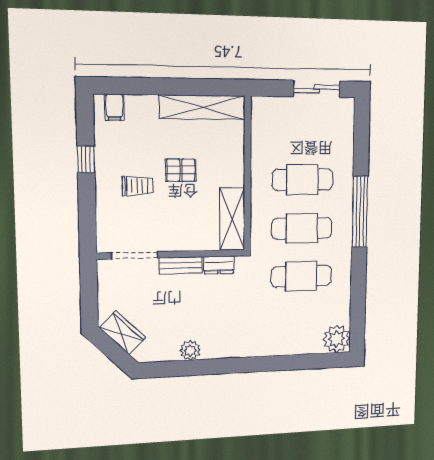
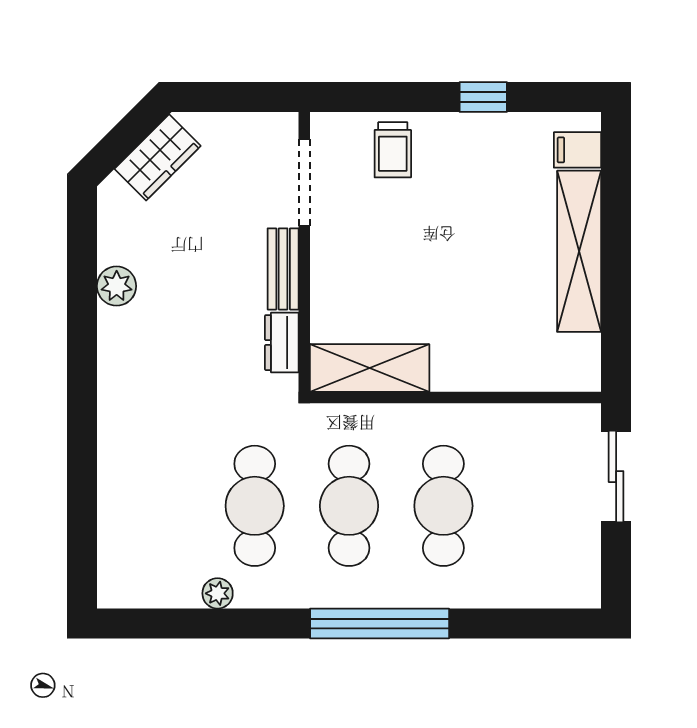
sliding door: (317, 89) -> (616, 477), moved
shelving: (202, 107) -> (579, 251), moved
pallet: (181, 170) -> (463, 270), removed
trolley: (138, 186) -> (393, 150), moved
plant: (336, 339) -> (218, 593), moved, width x0.53, depth x0.53

